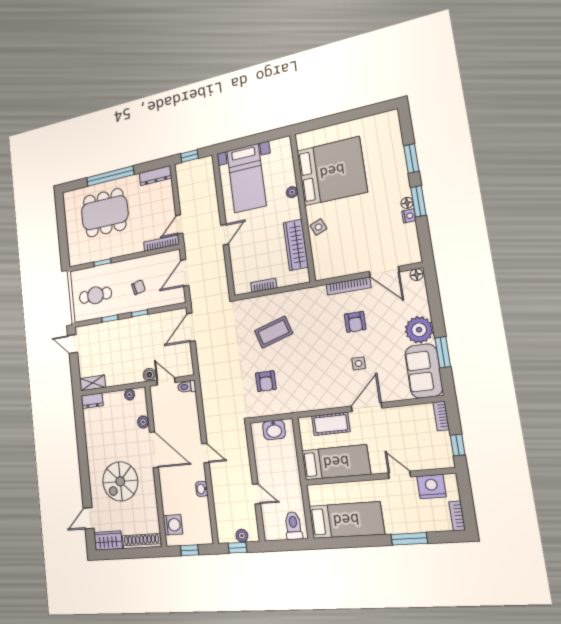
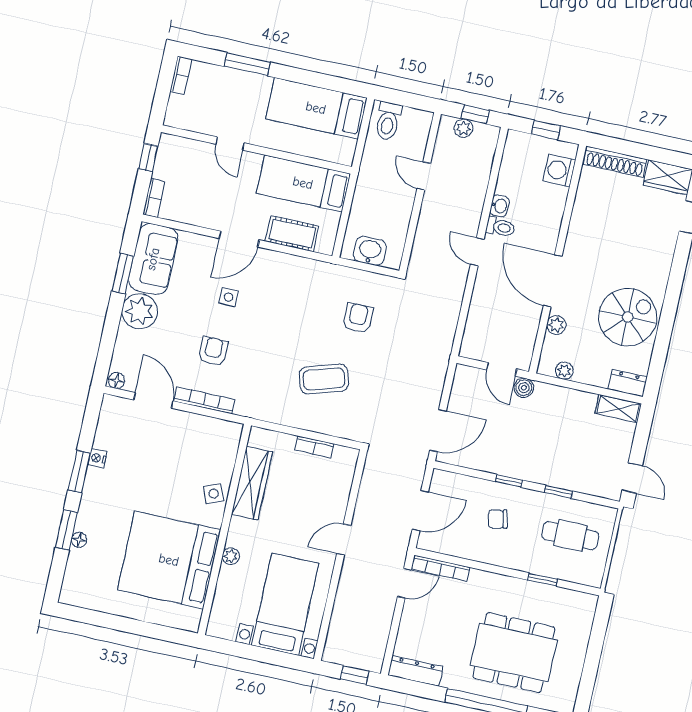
floor lamp: (407, 203) -> (79, 540), moved
toilet: (187, 387) -> (500, 227), moved
spiral stairs: (120, 481) -> (628, 317), moved
nightstand: (431, 487) -> (197, 118), removed

